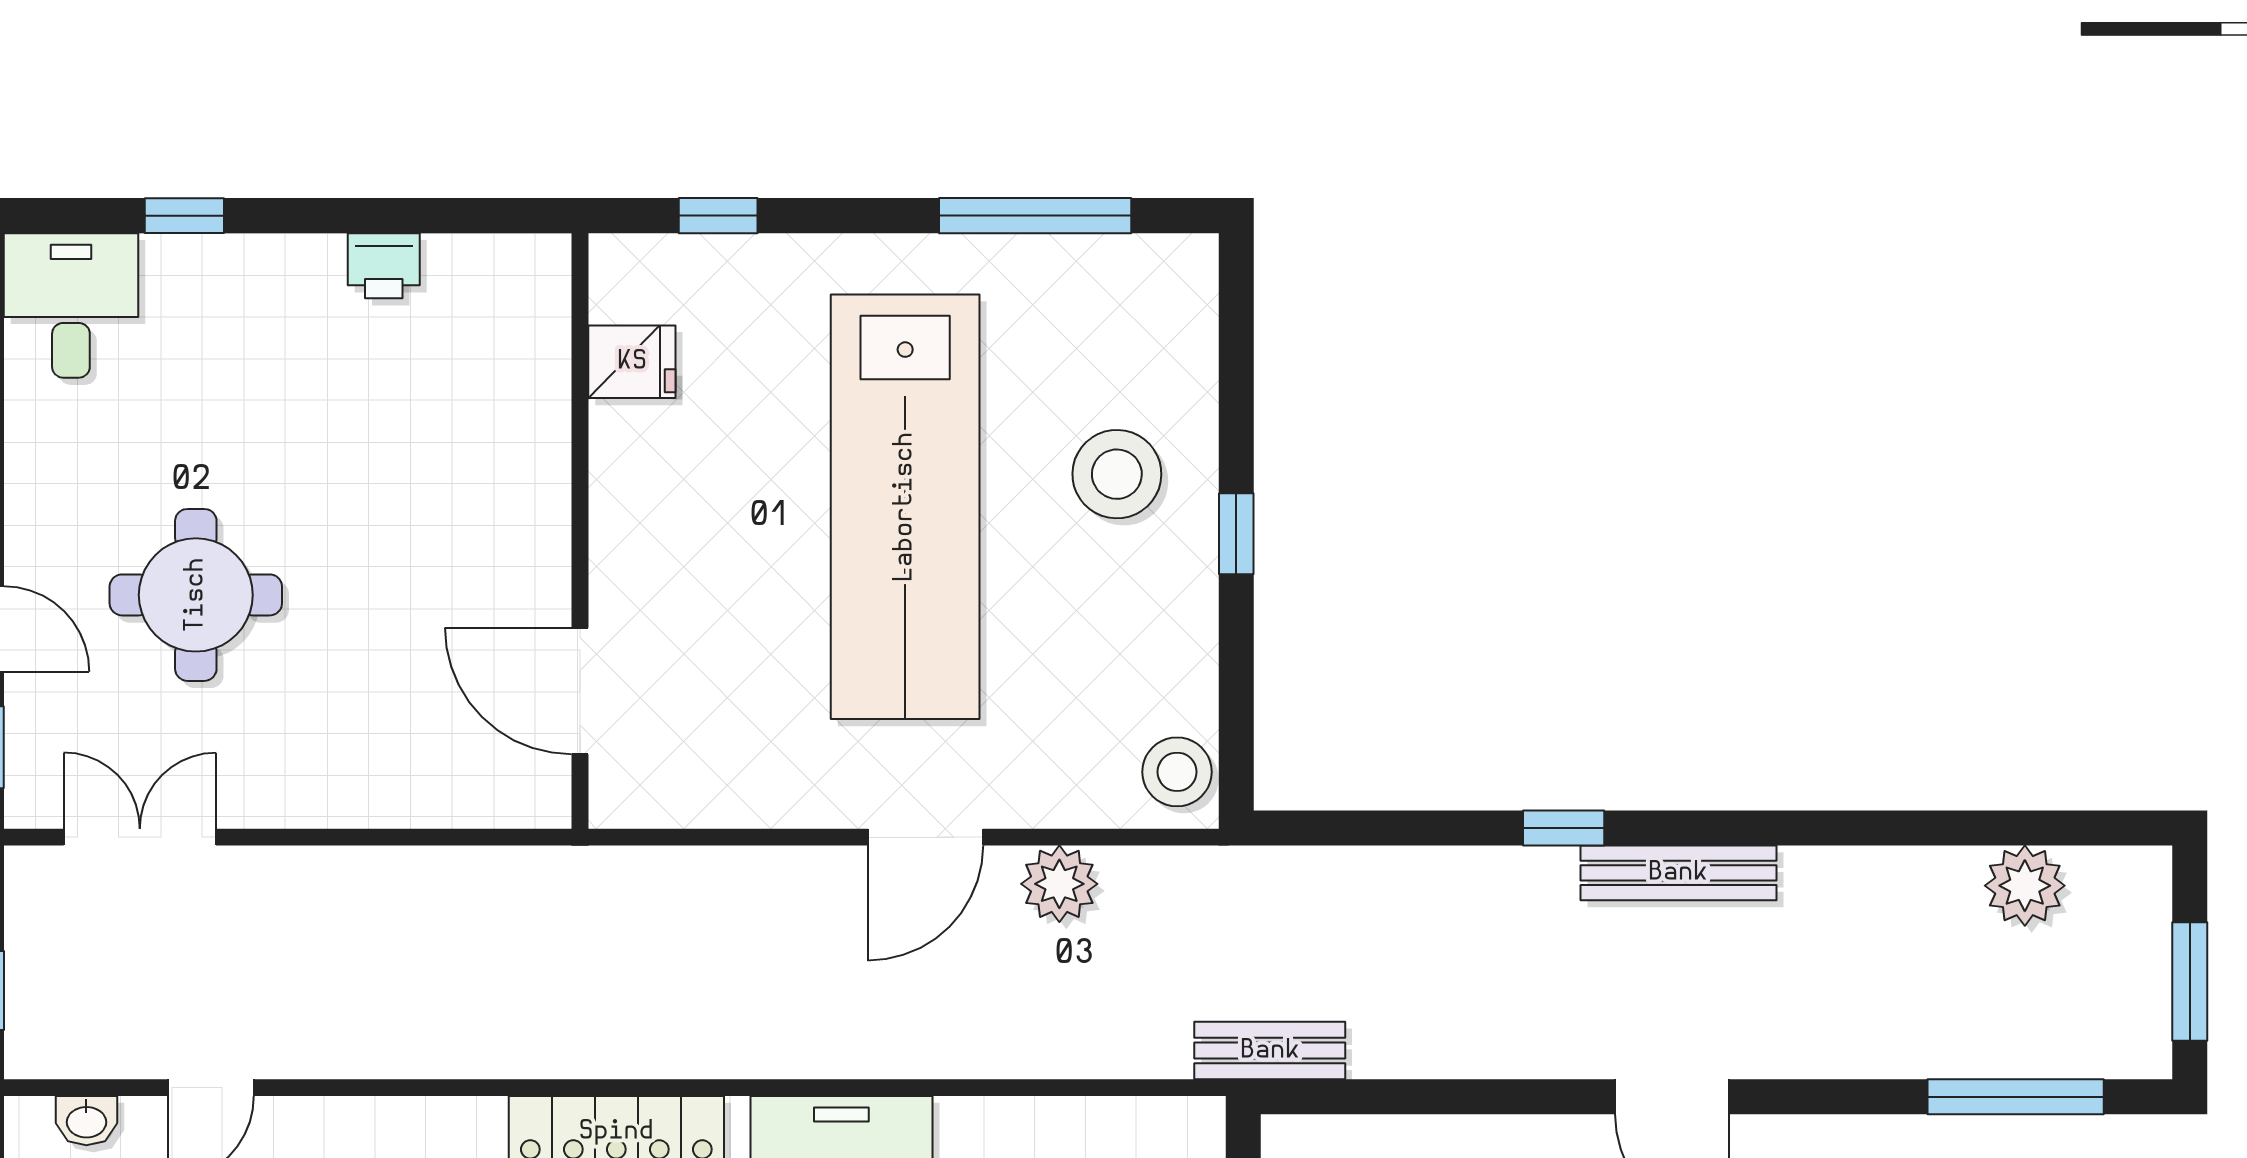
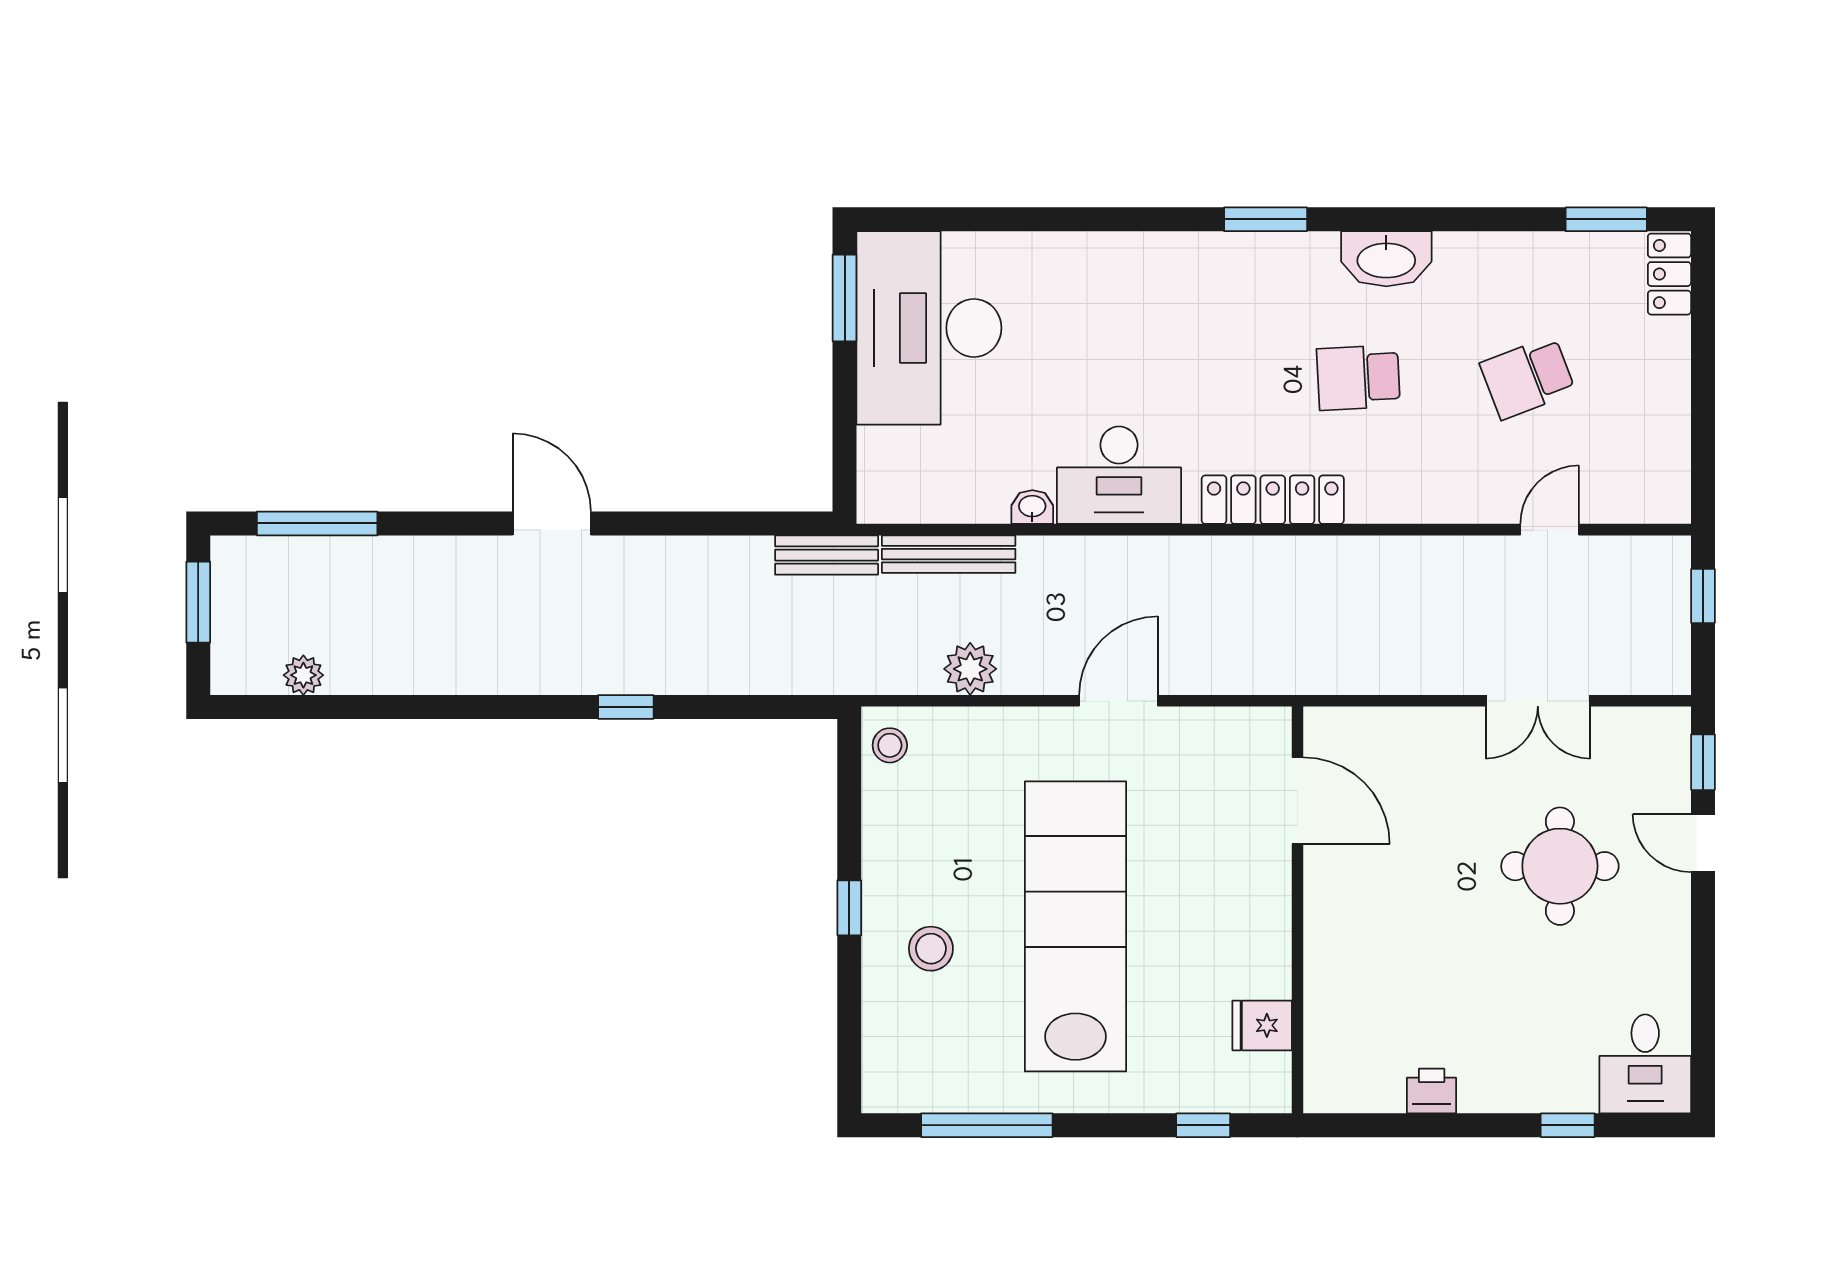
stool: (1117, 474) -> (931, 949), width x0.73, depth x0.73
stool: (1177, 772) -> (890, 745), width x0.73, depth x0.73
double door: (140, 837) -> (1538, 701), moved
door: (925, 837) -> (1118, 701), moved
bench: (1678, 873) -> (949, 554), moved
plant: (2025, 886) -> (303, 675), width x0.73, depth x0.73
washbasin: (86, 1121) -> (1032, 507), moved

